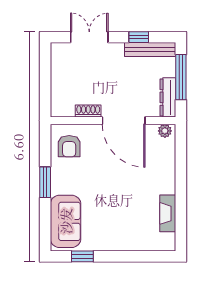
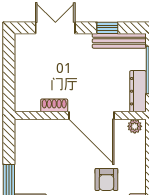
armchair: (69, 146) -> (106, 179), moved

